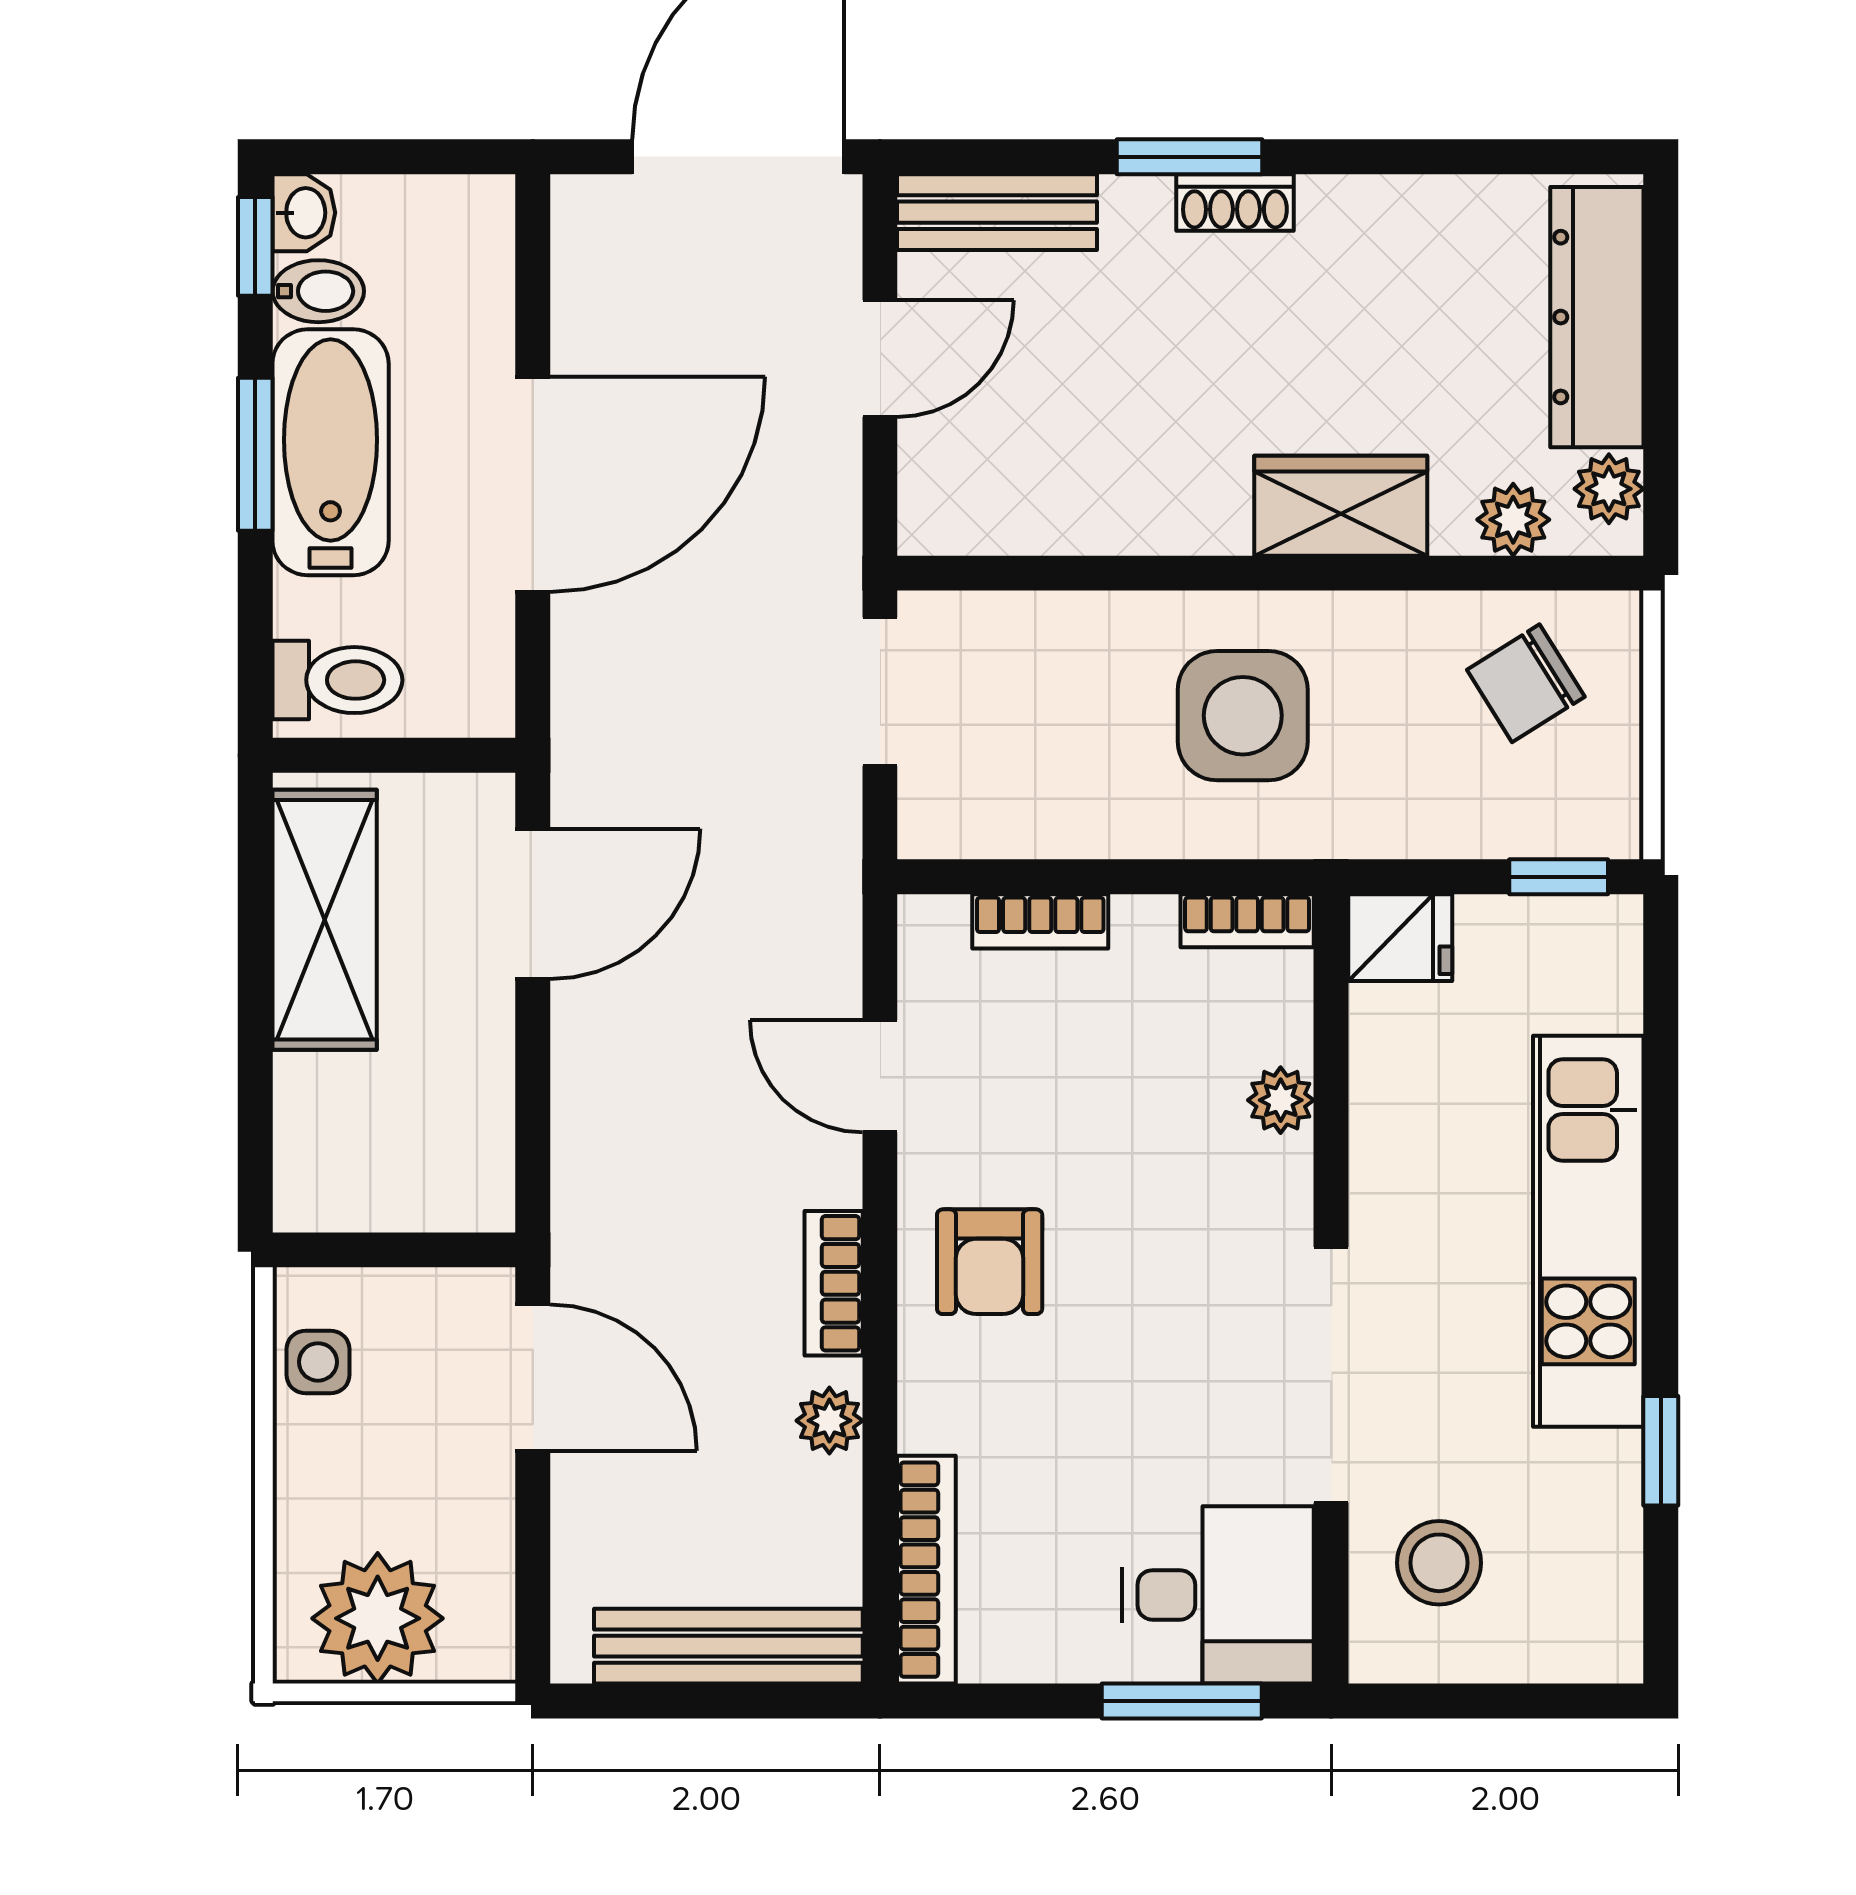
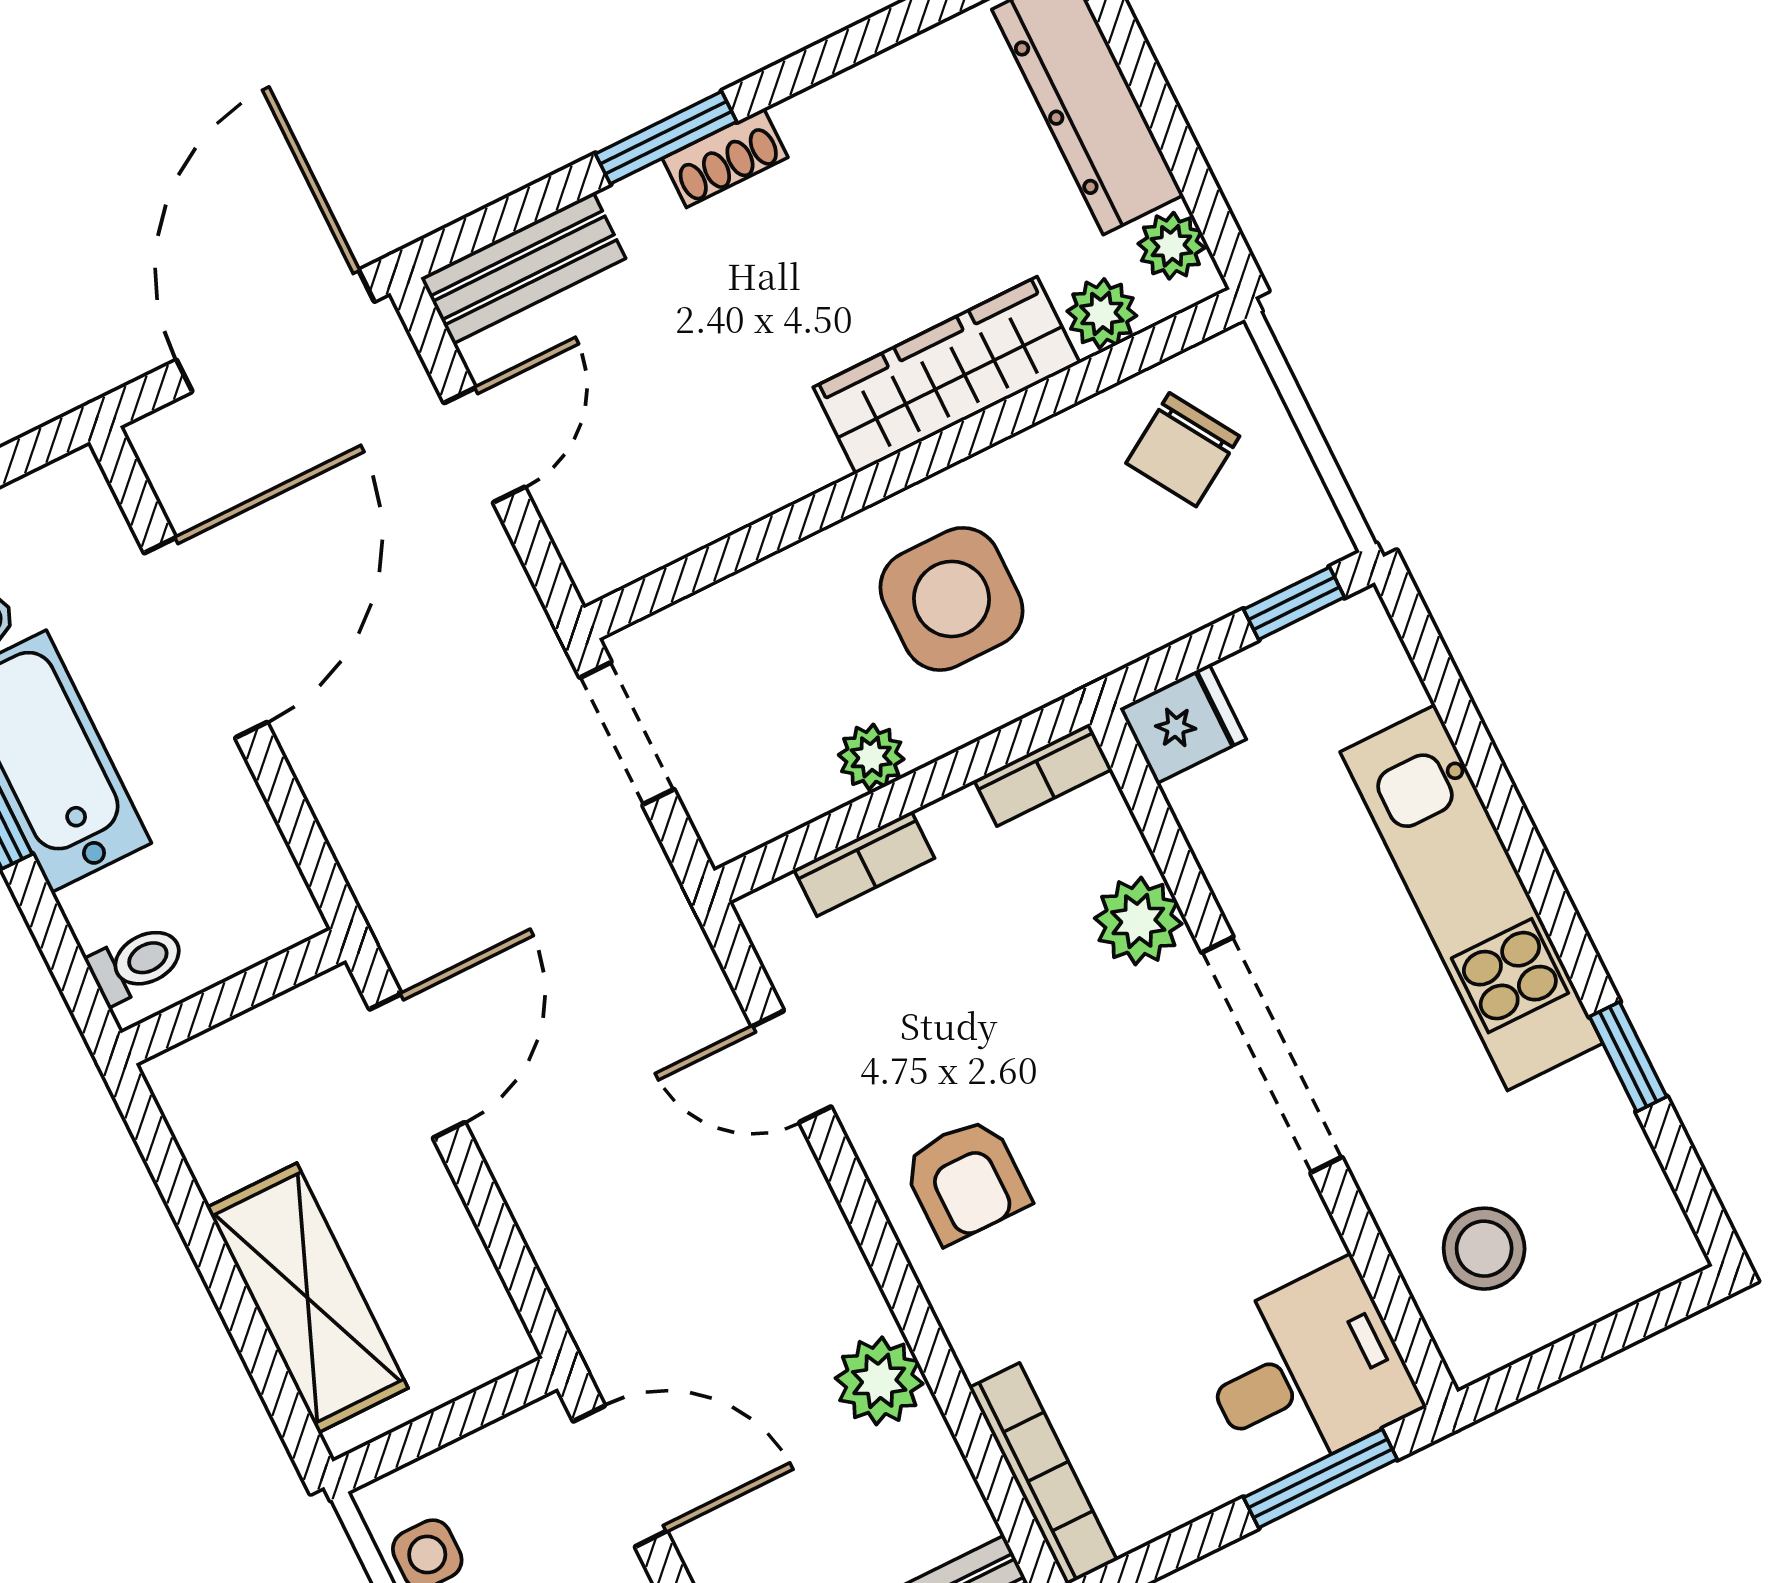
door: (533, 484) -> (206, 638), moved
wardrobe: (1341, 506) -> (947, 375), width x1.50
toilet: (337, 680) -> (137, 963), width x0.73, depth x0.72
plant: (1096, 825) -> (871, 757), added
shelving: (325, 920) -> (307, 1298), moved
plant: (1281, 1100) -> (1138, 921), width x1.38, depth x1.38
bookcase: (834, 1283) -> (840, 1266), removed
doorway: (1331, 1375) -> (1272, 1055), moved
plant: (829, 1421) -> (879, 1381), width x1.38, depth x1.38

